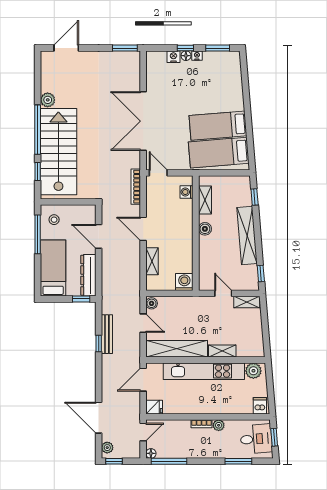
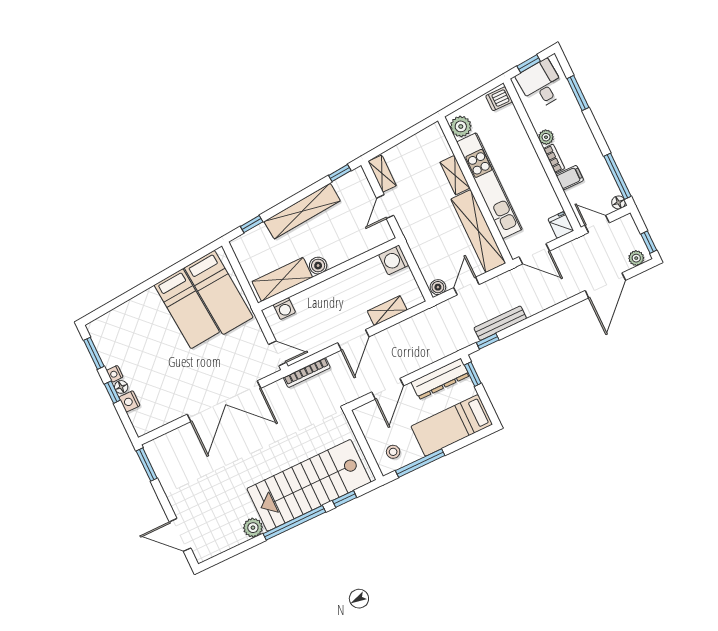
door: (158, 173) -> (277, 353), swing flipped
shelving: (205, 200) -> (282, 279), width x1.50, depth x1.33
window: (99, 344) -> (488, 341), moved
filing cabinet: (183, 428) -> (570, 178), added

